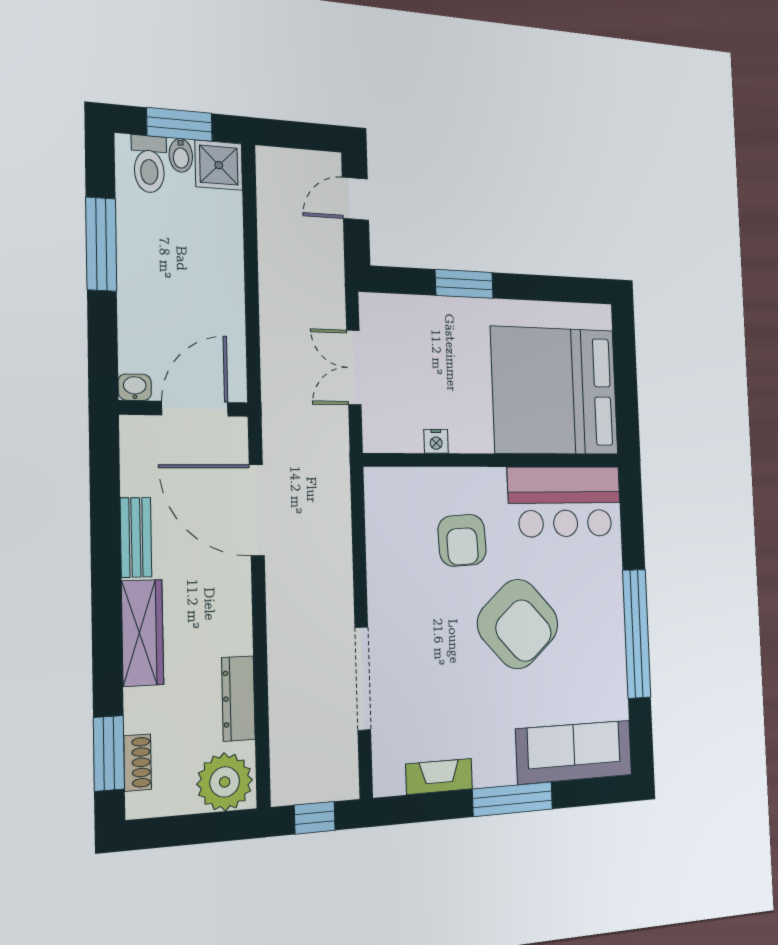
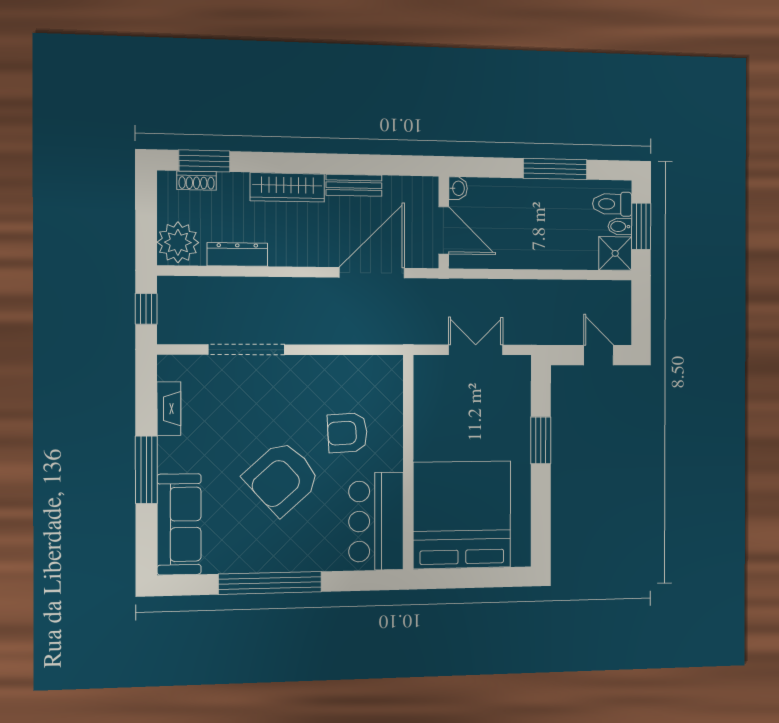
nightstand: (436, 441) -> (422, 414), removed

